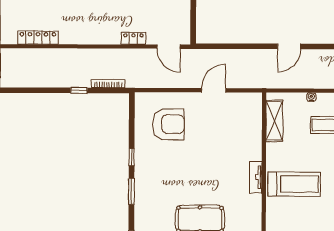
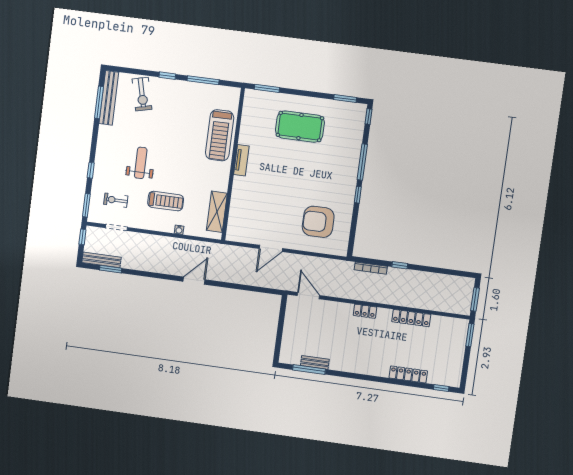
locker: (38, 38) -> (411, 318), moved
locker: (133, 38) -> (365, 311), moved
treadmill: (294, 184) -> (220, 135), moved, turned -90
window: (131, 191) -> (362, 162), width x1.44

